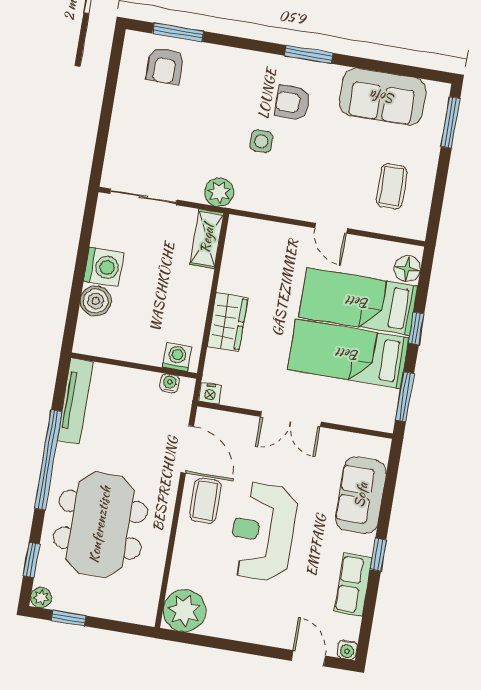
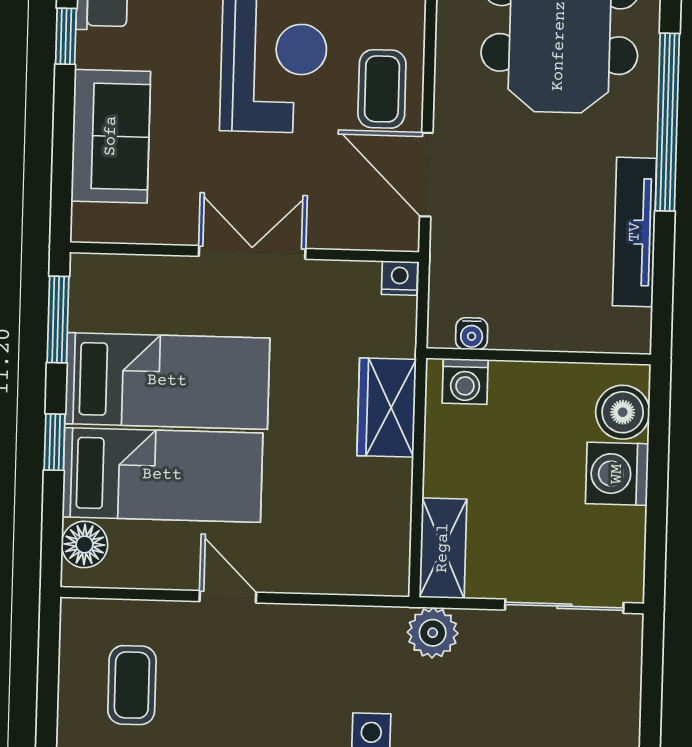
washing machine: (177, 357) -> (465, 381), moved
wall: (134, 365) -> (539, 356), moved
water cooler: (170, 383) -> (472, 334), moved

